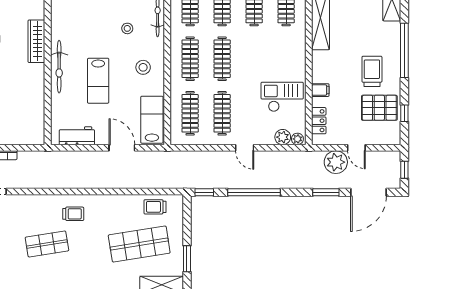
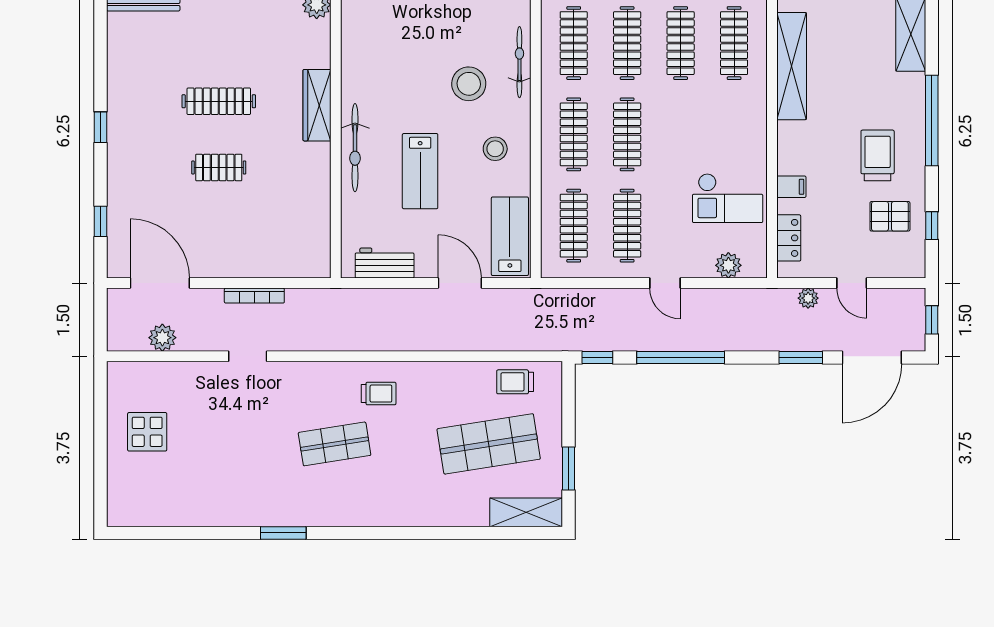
stool: (127, 28) -> (469, 84), width x1.89, depth x1.89
checkout: (282, 97) -> (728, 198), turned 180
pallet: (379, 108) -> (890, 216), width x0.67, depth x0.71
plant: (297, 139) -> (753, 268), removed
plant: (336, 162) -> (808, 298), width x0.53, depth x0.53

